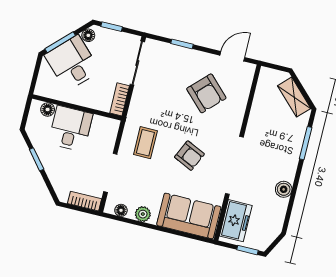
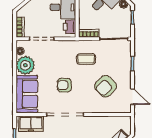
printer: (103, 126) -> (70, 27), added
coffee table: (145, 143) -> (86, 59), moved
armchair: (189, 156) -> (64, 85), turned 65
plant: (143, 214) -> (25, 65), width x1.88, depth x1.88

